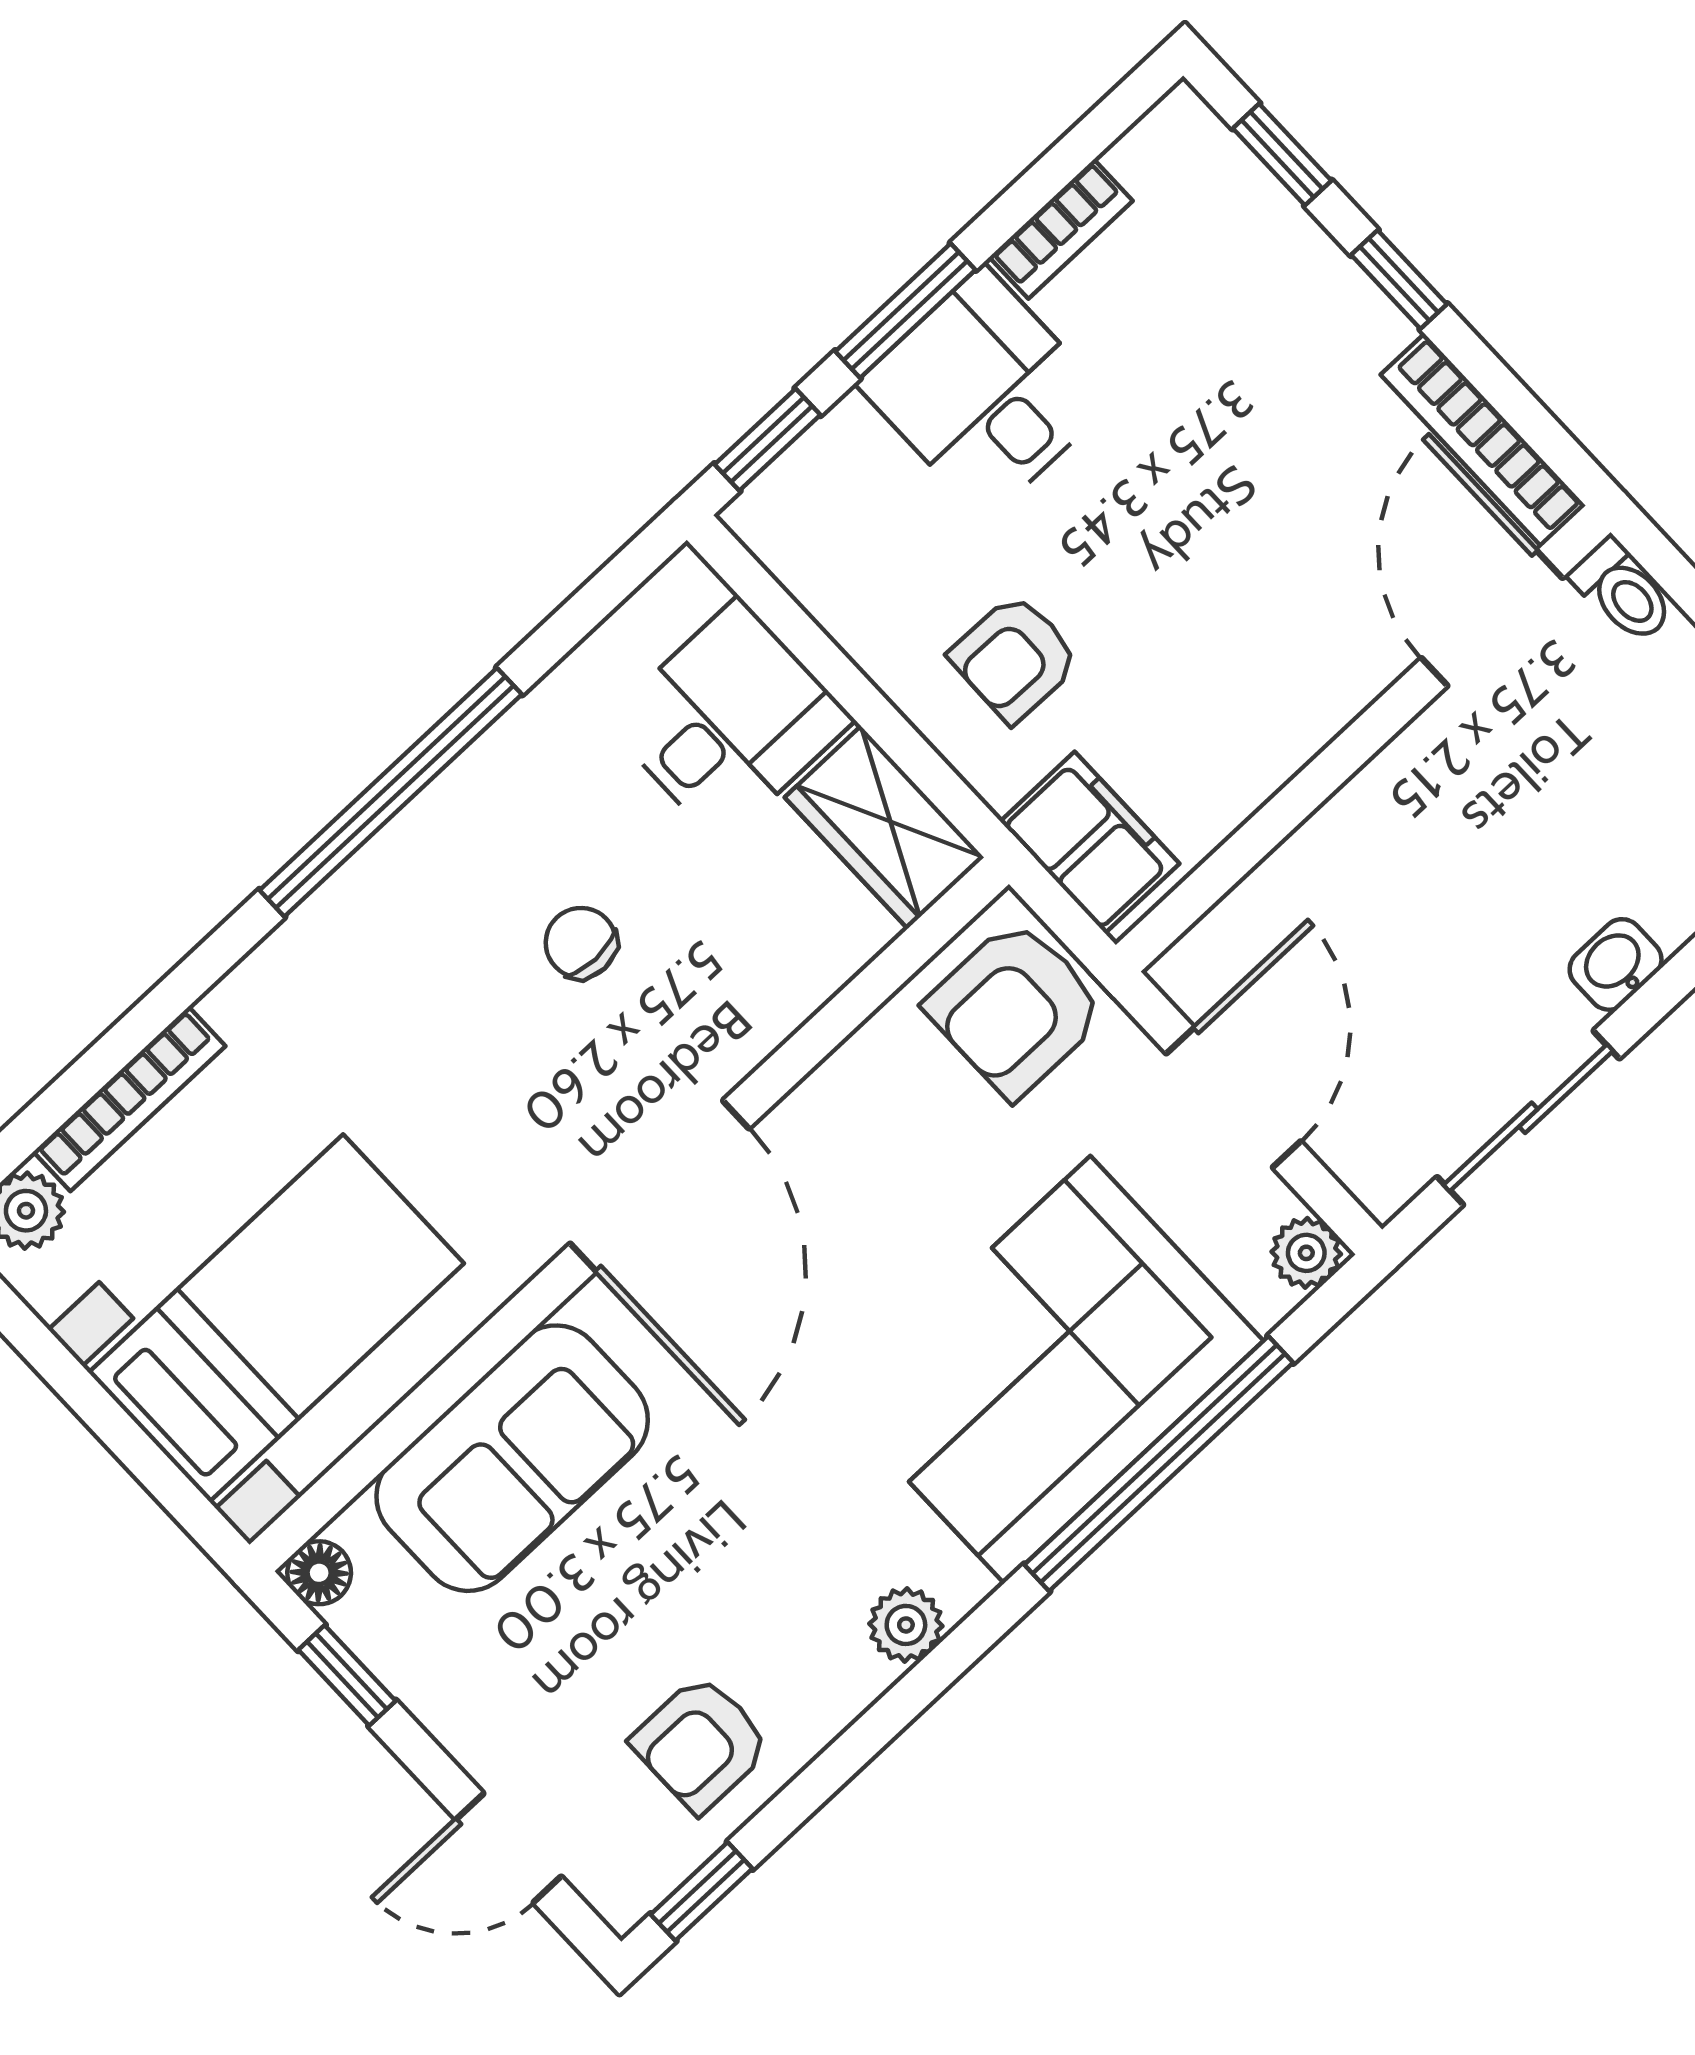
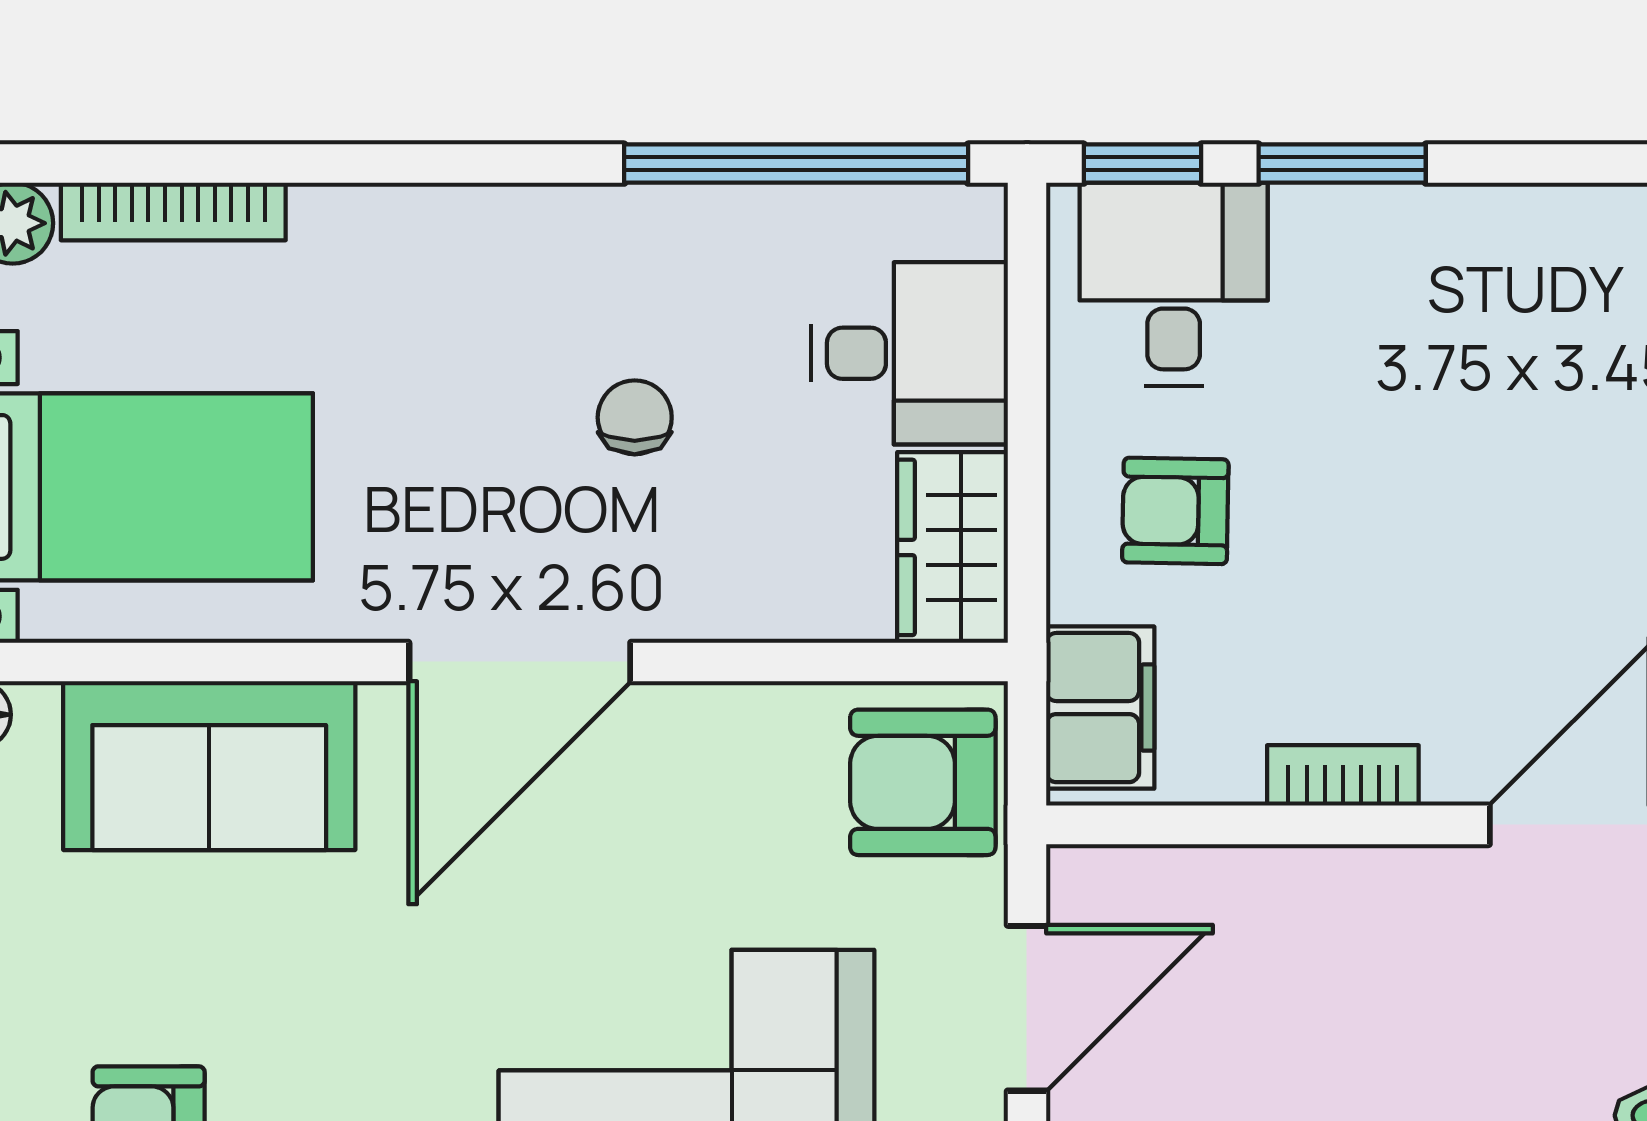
bookcase: (1061, 229) -> (1343, 775), moved, turned 180
desk: (984, 393) -> (1174, 284), moved
window: (391, 792) -> (796, 164), moved

